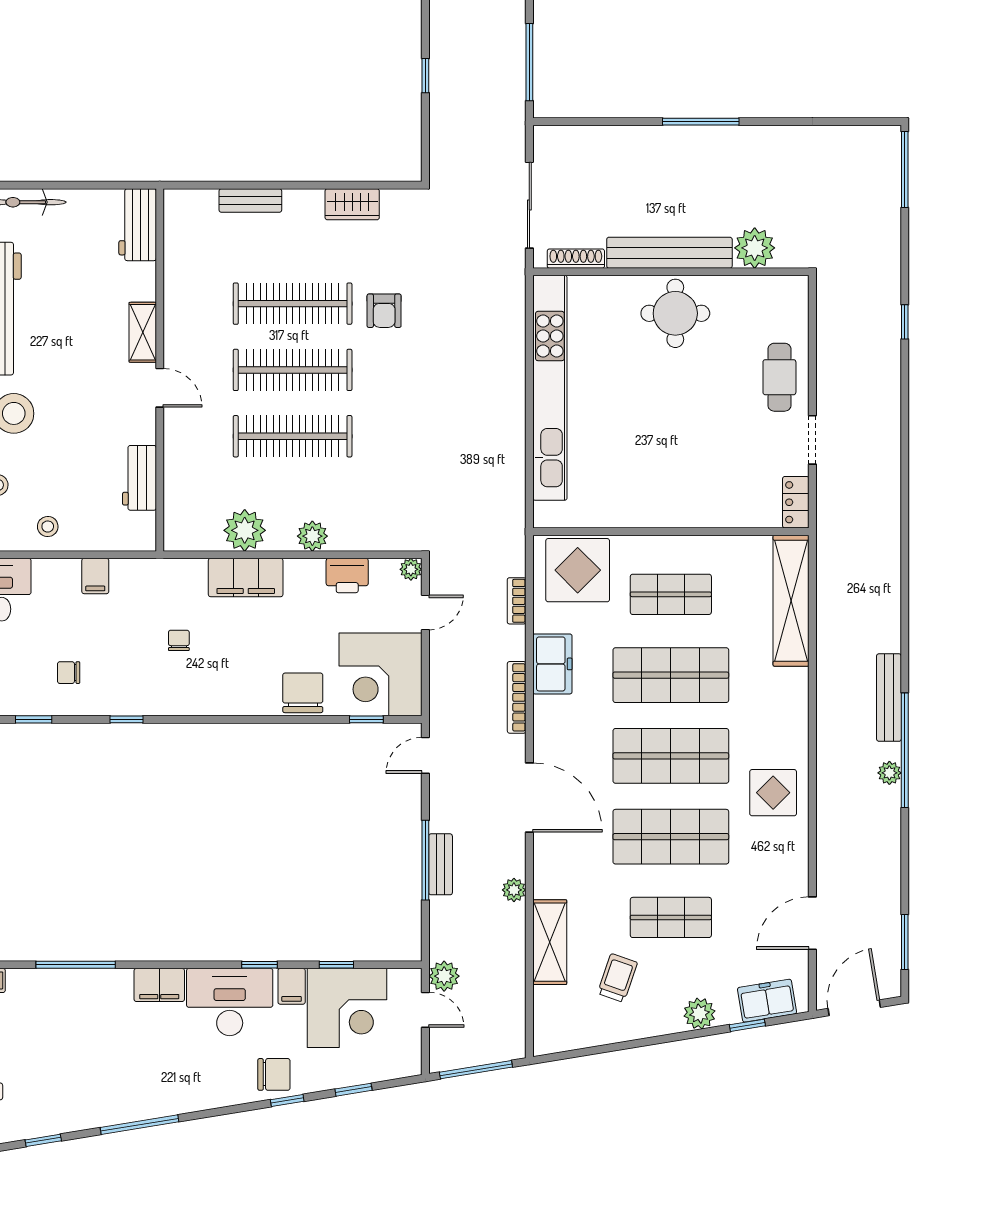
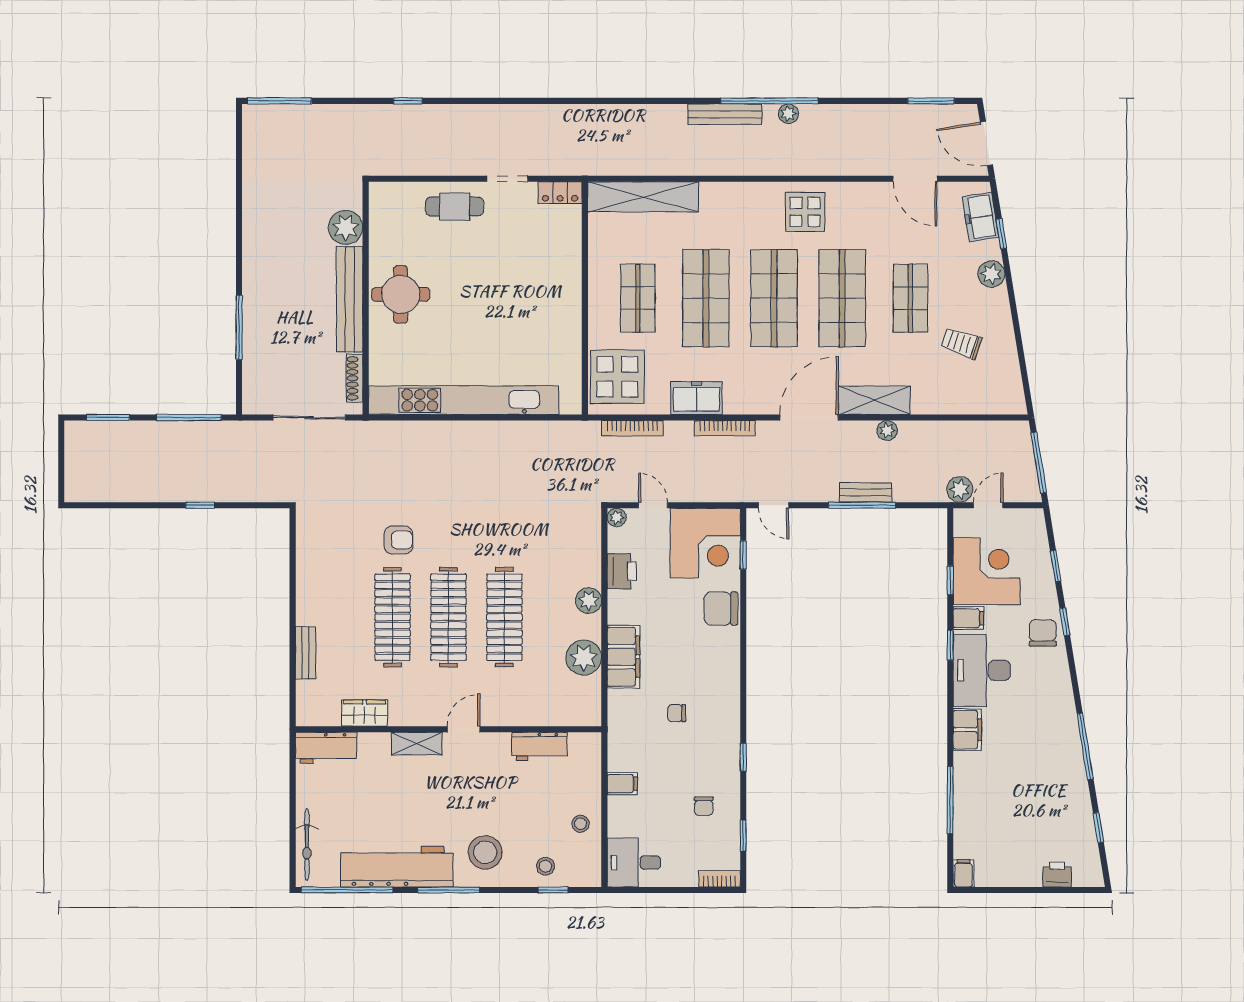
window: (701, 122) -> (239, 327), moved
wardrobe: (352, 204) -> (365, 713), moved, turned -90
bookcase: (517, 601) -> (632, 428), width x1.56
shelving: (550, 942) -> (874, 400), moved

